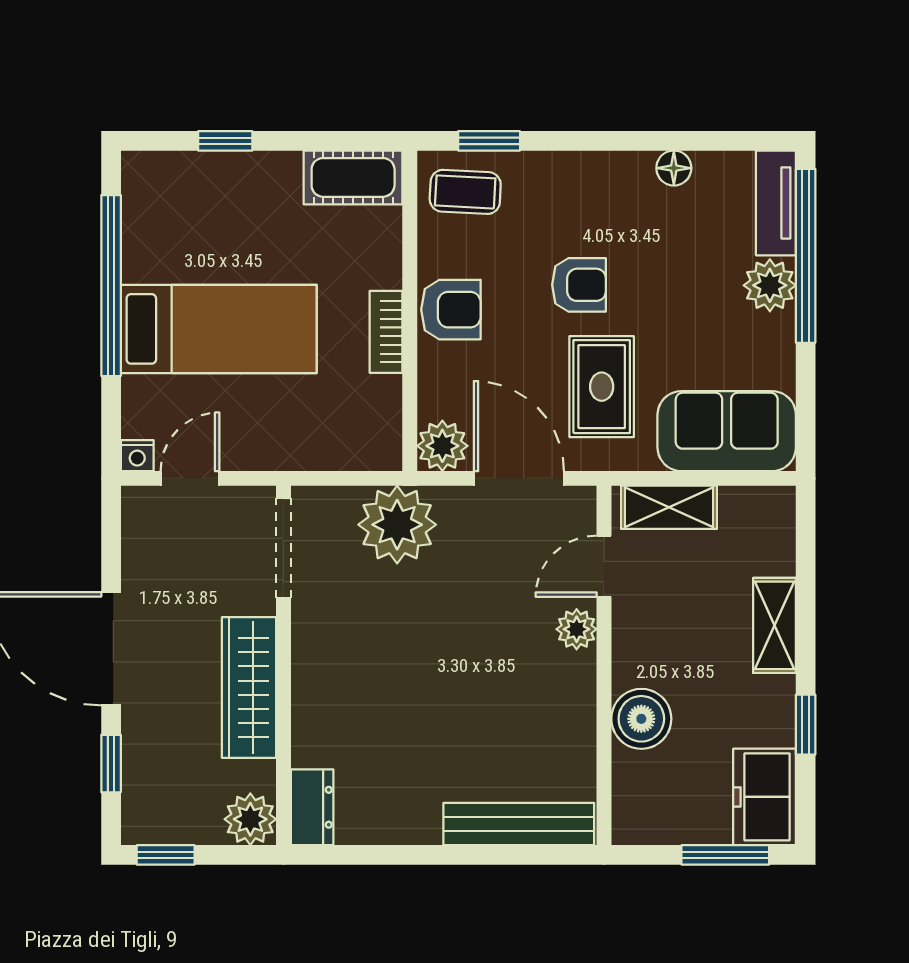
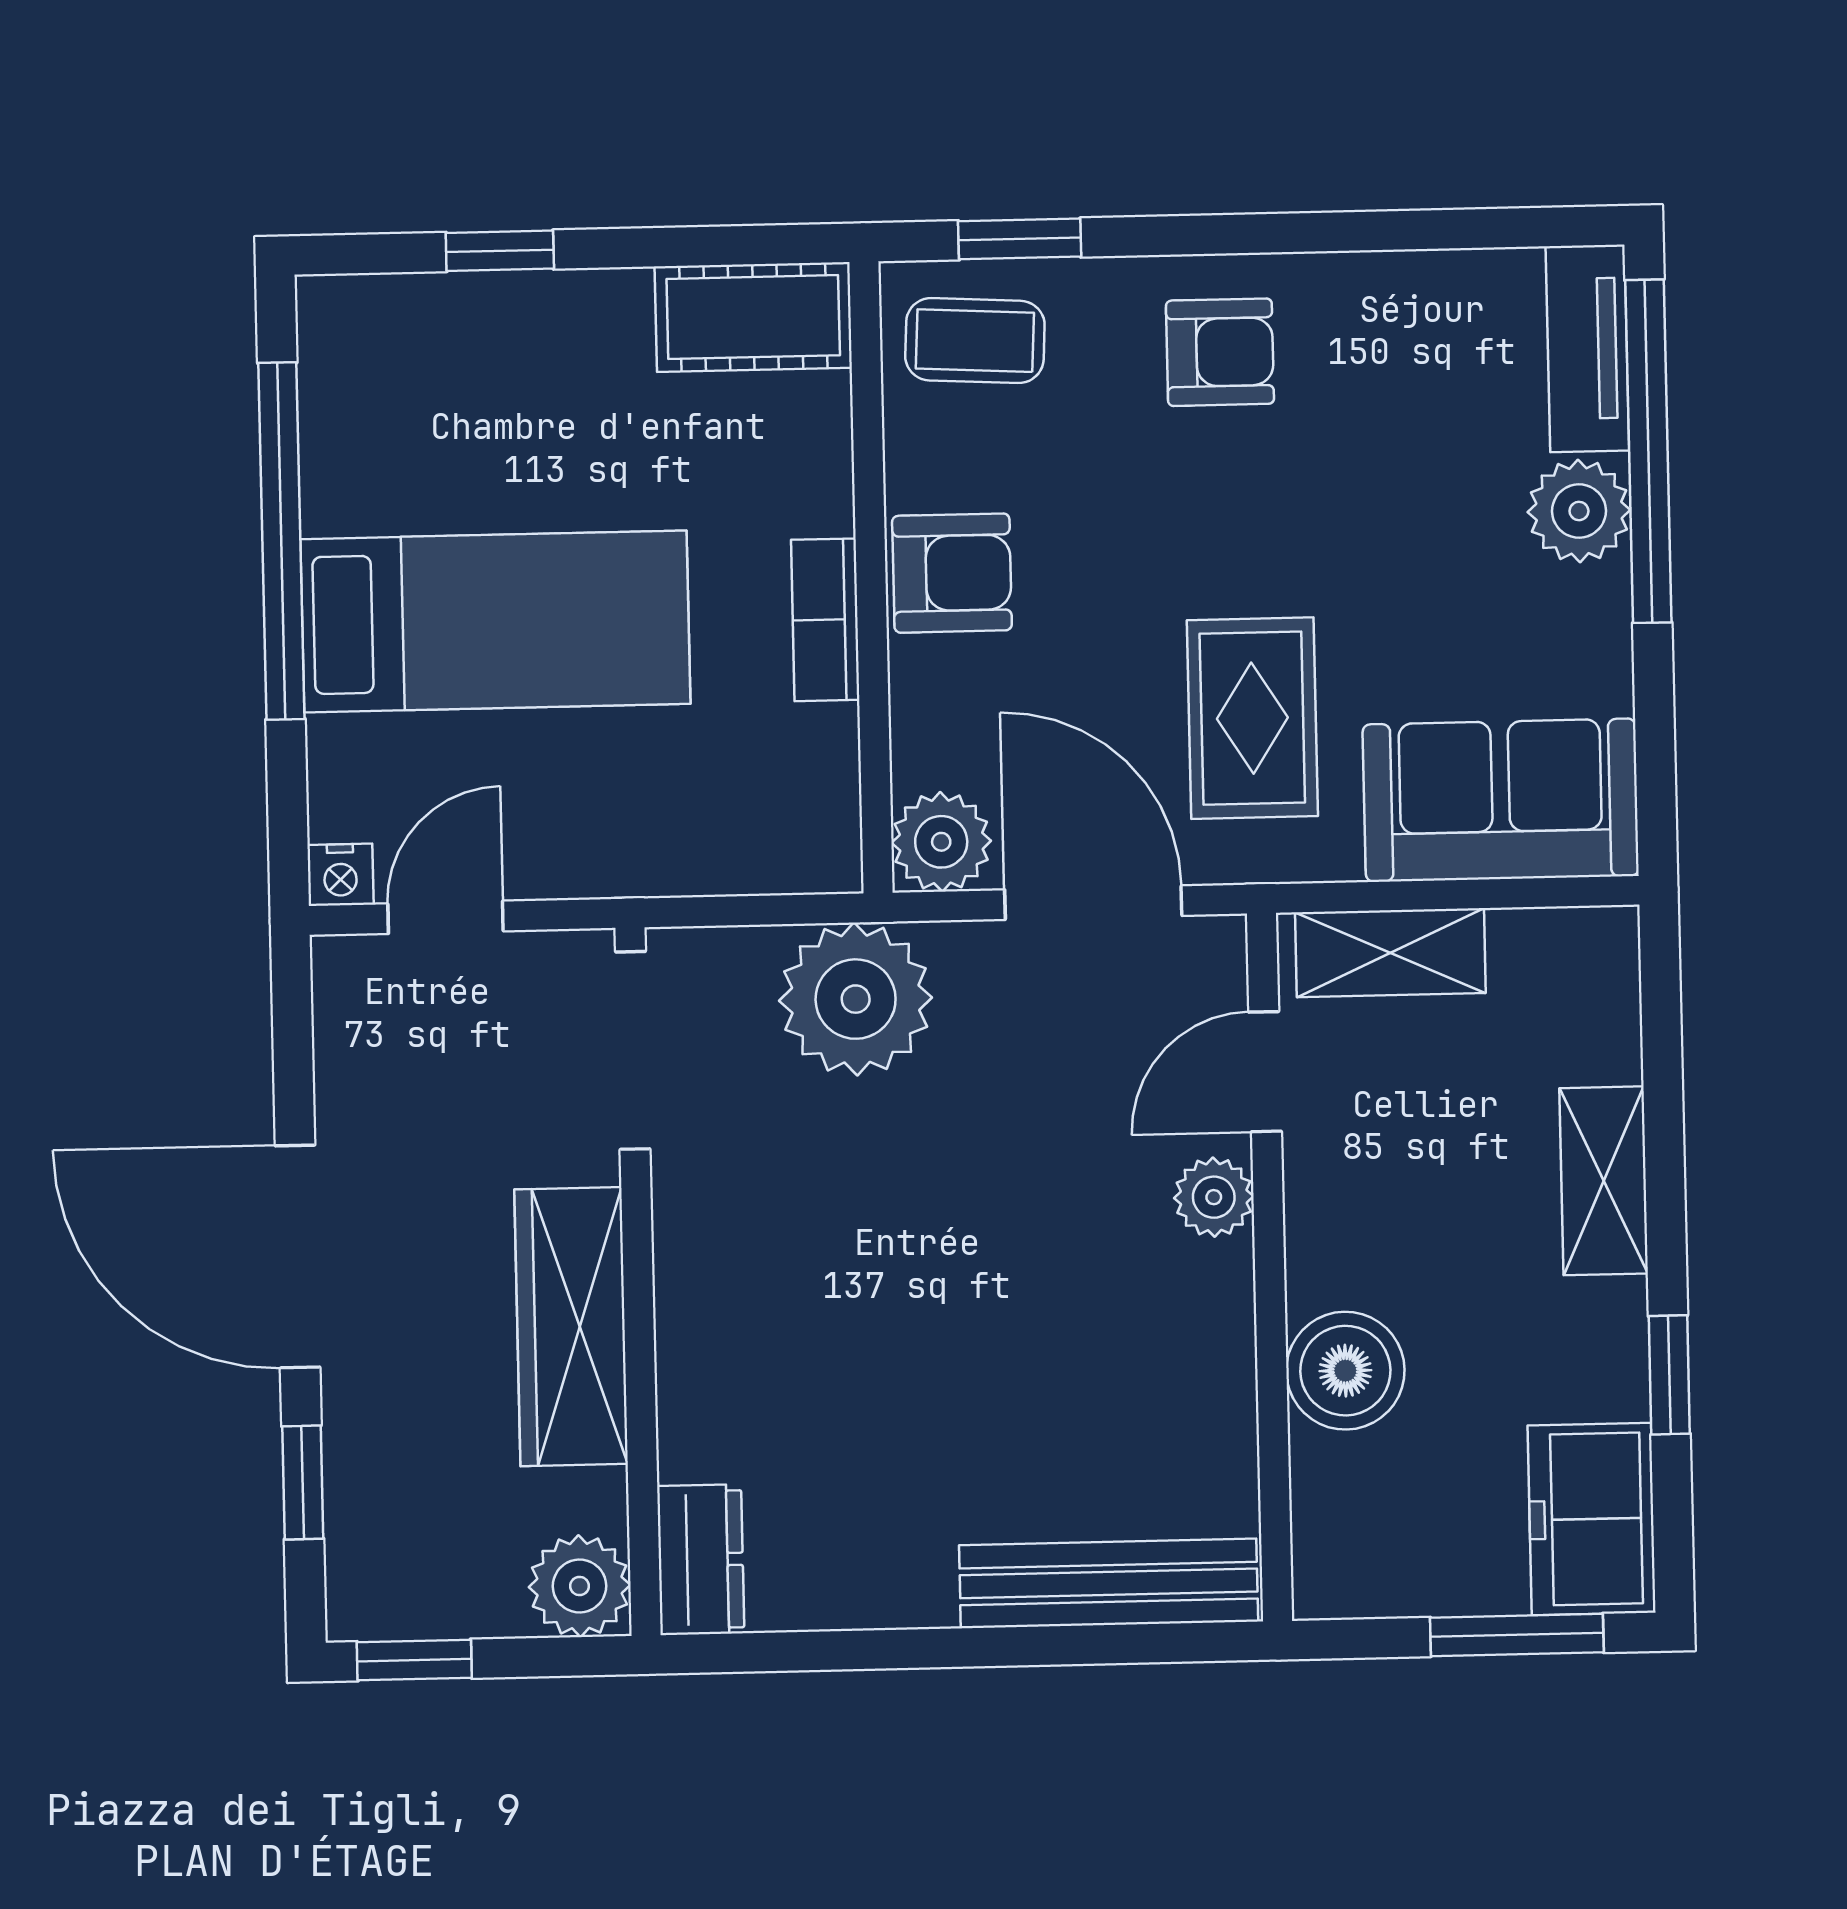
floor lamp: (674, 168) -> (1385, 284), removed
armchair: (579, 285) -> (1220, 352), moved

